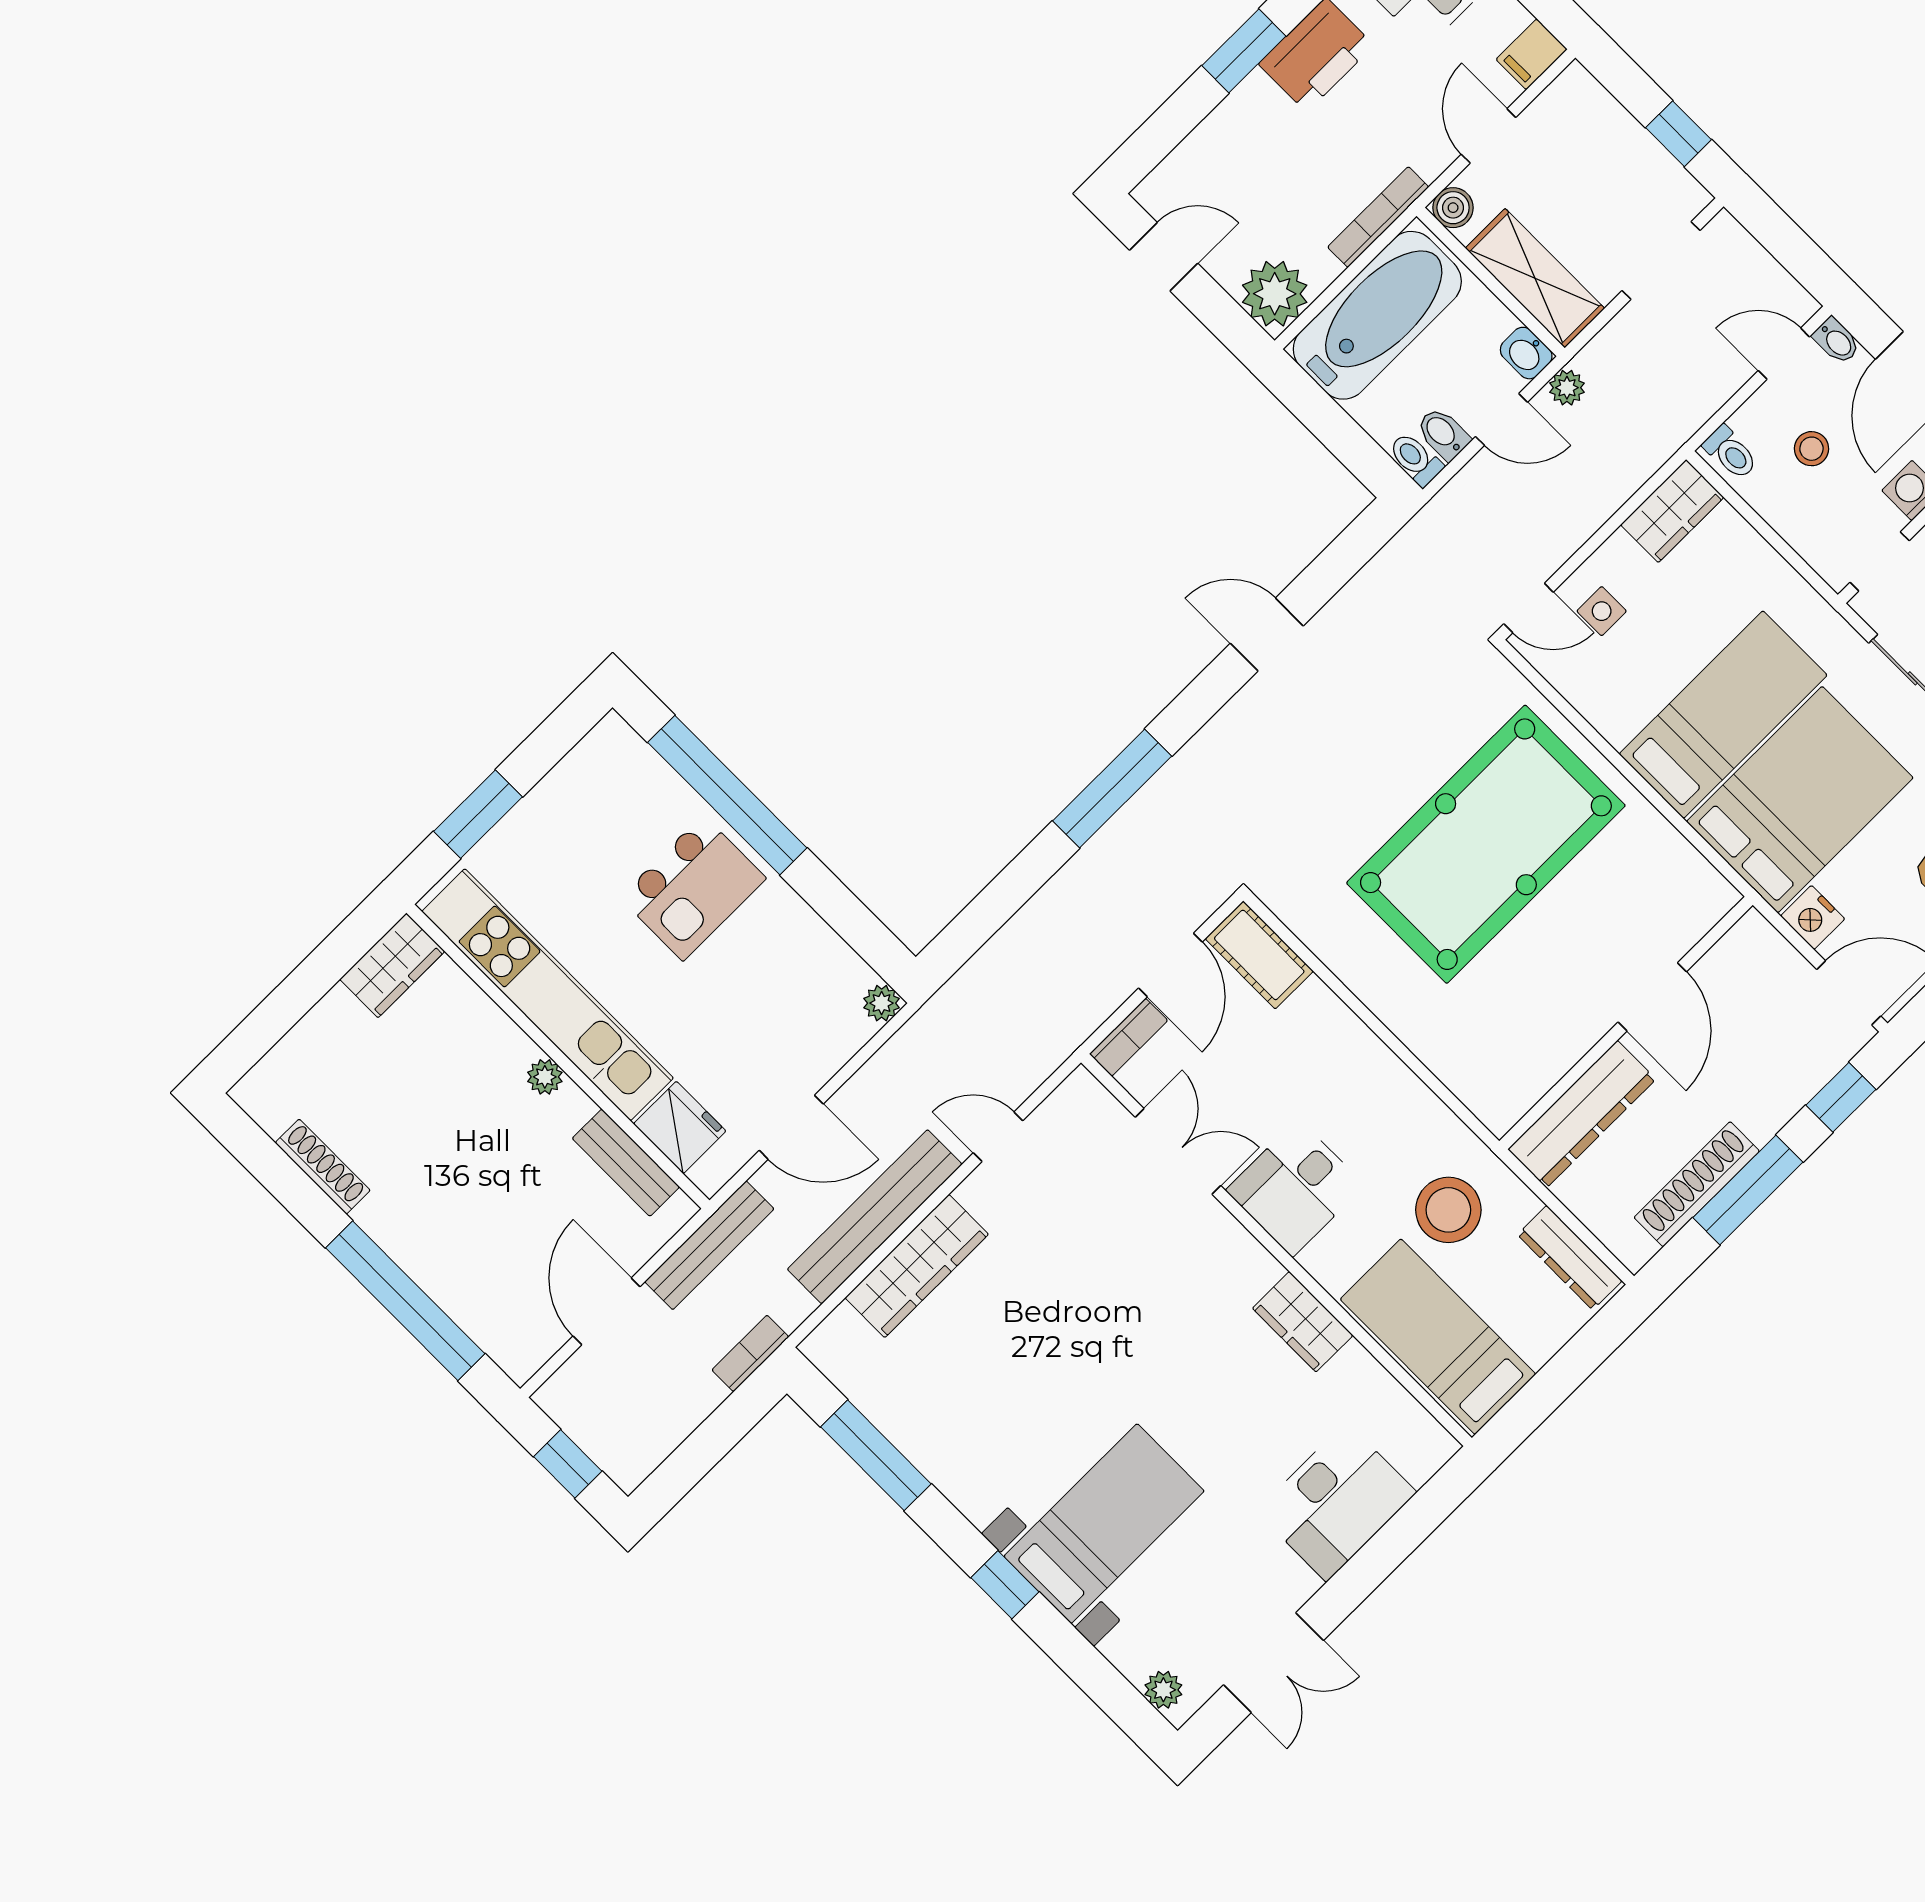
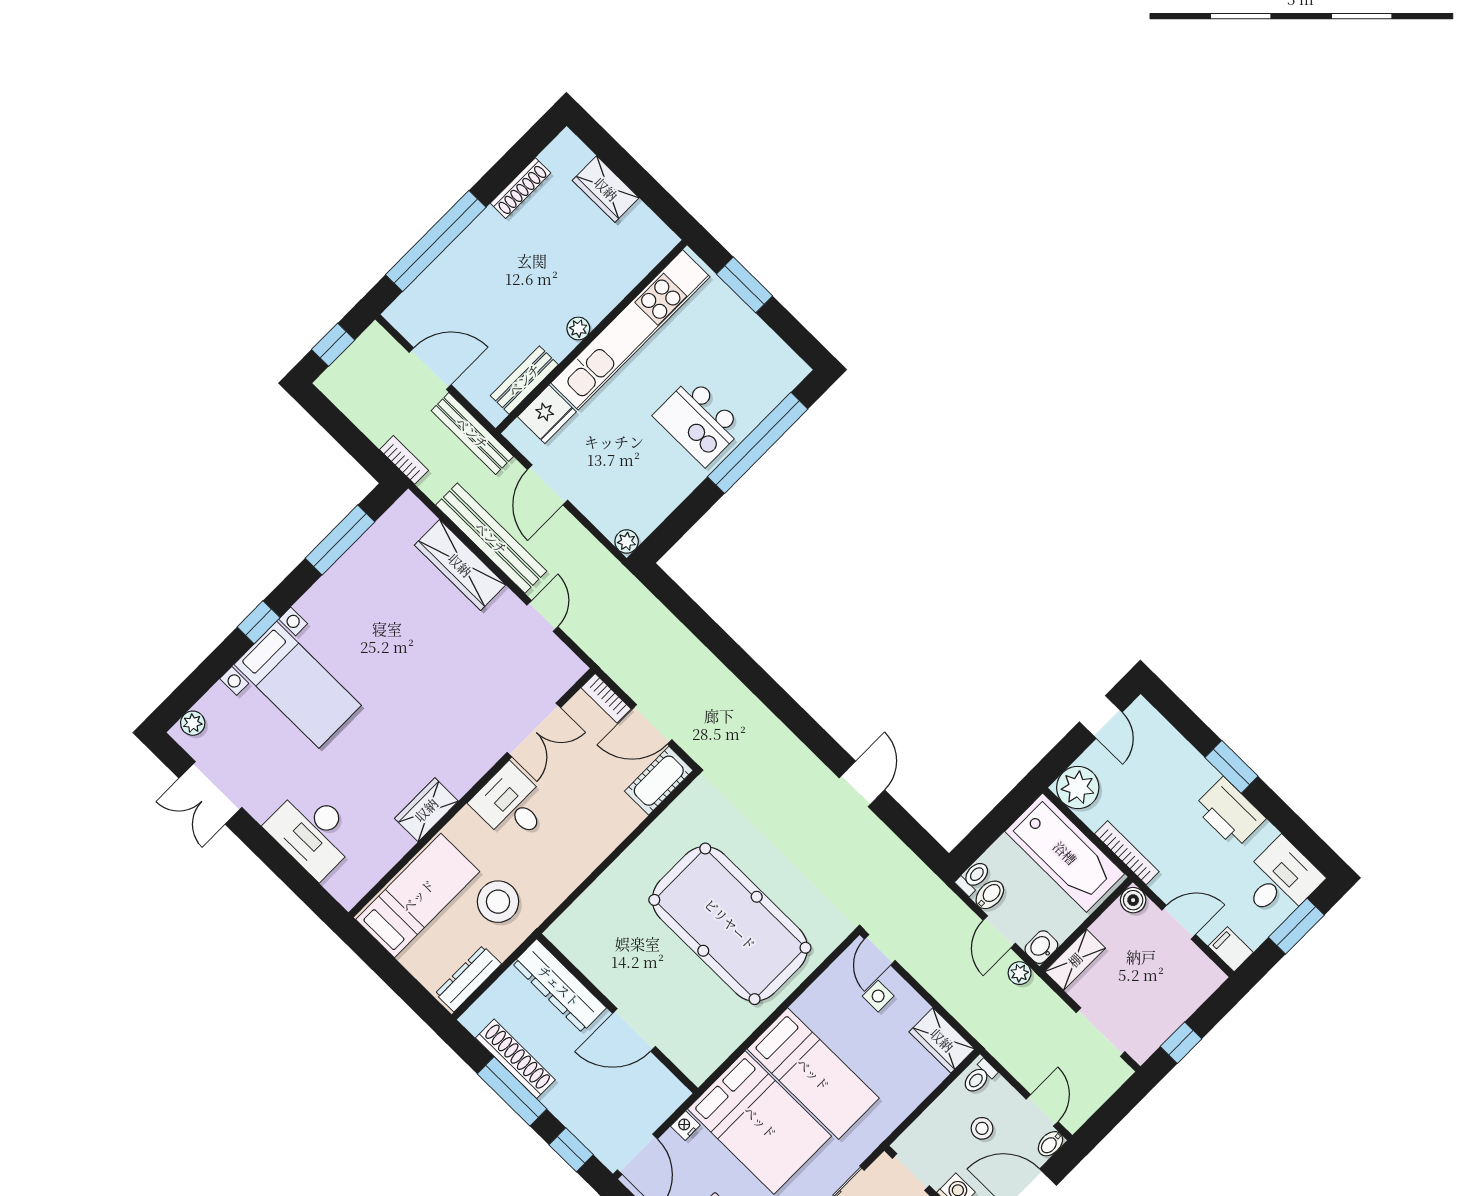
shelving: (1535, 278) -> (1075, 960), width x0.67, depth x0.75
window: (1112, 789) -> (764, 687), removed
nightstand: (1813, 917) -> (685, 1126), width x0.72, depth x0.74
wardrobe: (392, 965) -> (606, 189), moved

